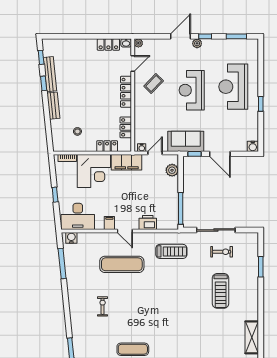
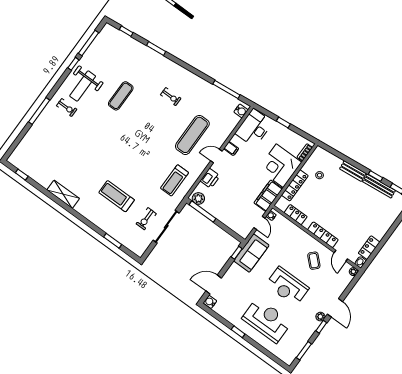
reception desk: (192, 90) -> (287, 286), turned 180
locker: (107, 146) -> (295, 185), width x1.53
door: (220, 154) -> (214, 285), moved
plant: (172, 170) -> (198, 198), moved

